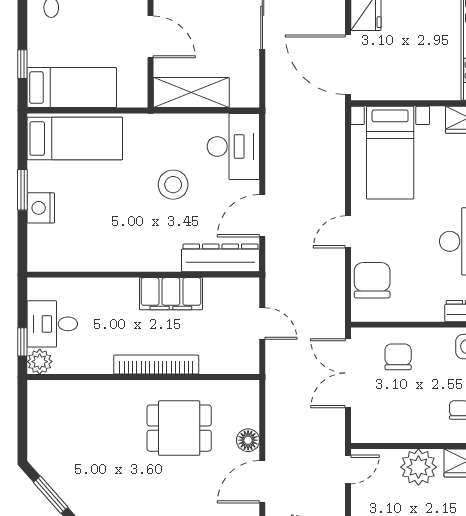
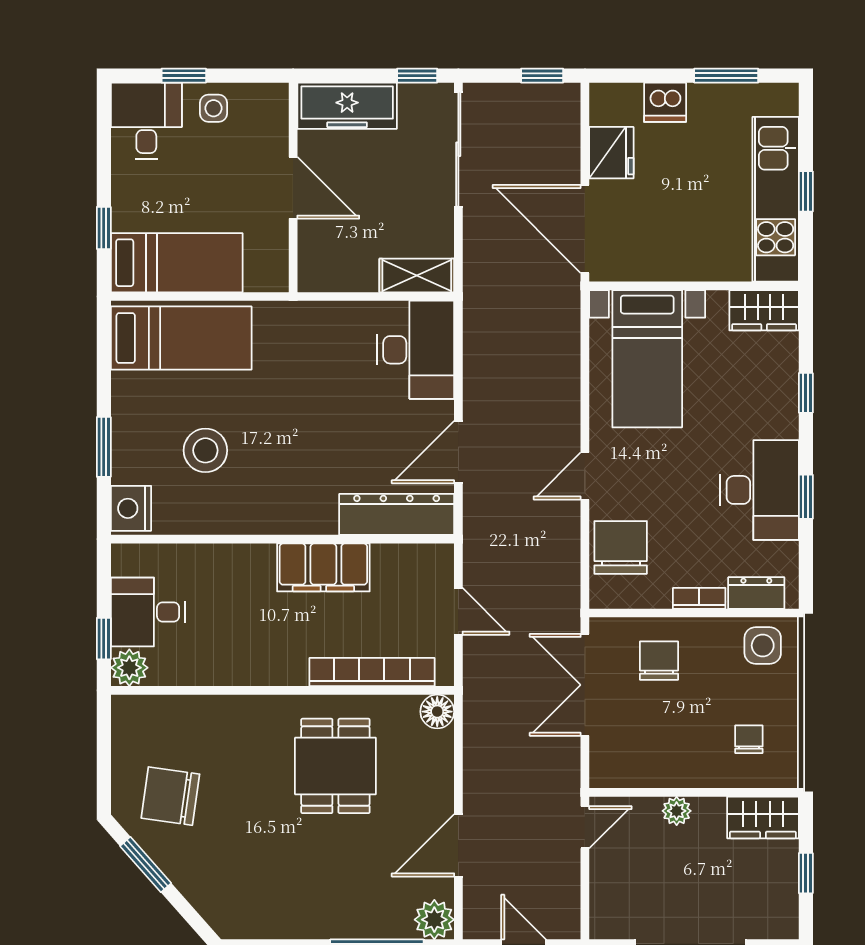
shelving: (191, 92) -> (417, 275), moved, width x0.67, depth x0.75
stool: (173, 185) -> (205, 450), moved
window: (22, 190) -> (104, 447), moved
nightstand: (41, 208) -> (131, 508), moved
bookcase: (425, 315) -> (699, 598), added
bookcase: (156, 365) -> (372, 672), moved
dining table: (179, 428) -> (335, 766), turned 90
floor lamp: (248, 440) -> (437, 712), moved
chair: (67, 448) -> (170, 796), added
plant: (418, 467) -> (677, 811), width x0.53, depth x0.53

